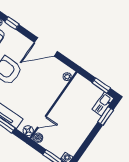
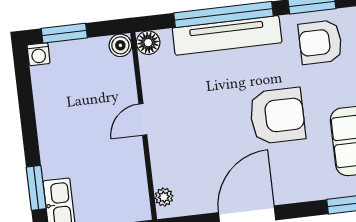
door: (42, 122) -> (143, 119), moved

